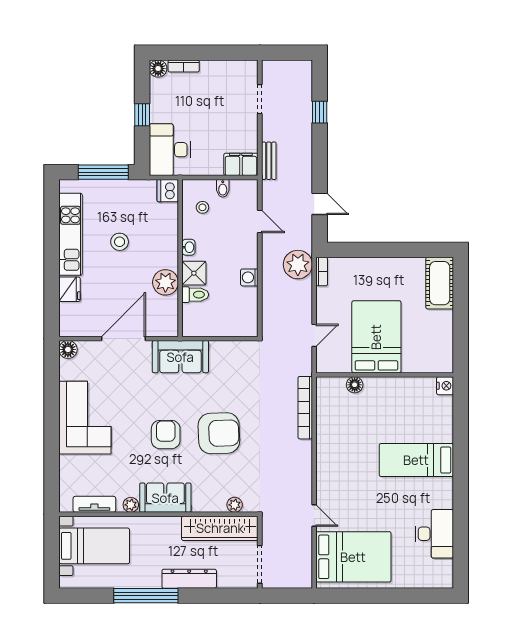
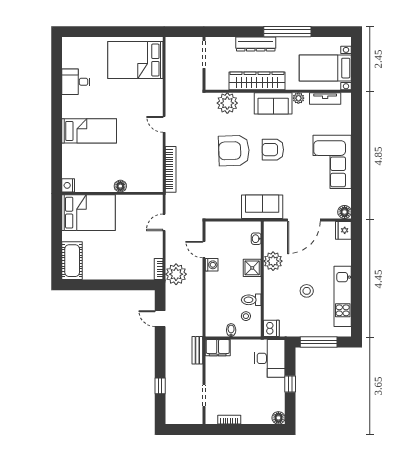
bookcase: (184, 66) -> (229, 420), moved
door: (260, 221) -> (204, 250), moved
washbasin: (188, 247) -> (256, 239), moved
fridge: (69, 289) -> (343, 230), moved
toilet: (195, 295) -> (251, 300), moved
bed: (376, 337) -> (89, 213), moved, turned -90
floor lamp: (355, 385) -> (120, 186), moved
armchair: (166, 435) -> (273, 150), turned 90
plant: (235, 505) -> (227, 103), width x1.87, depth x1.87
door: (314, 516) -> (164, 124), moved
wardrobe: (220, 528) -> (257, 81), moved
desk: (434, 534) -> (76, 82), width x0.73

